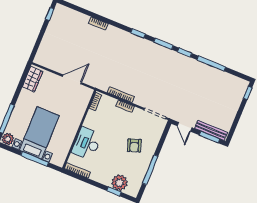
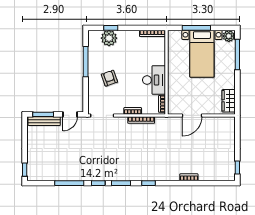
door: (185, 127) -> (70, 114), swing flipped
desk: (87, 143) -> (154, 80), moved

